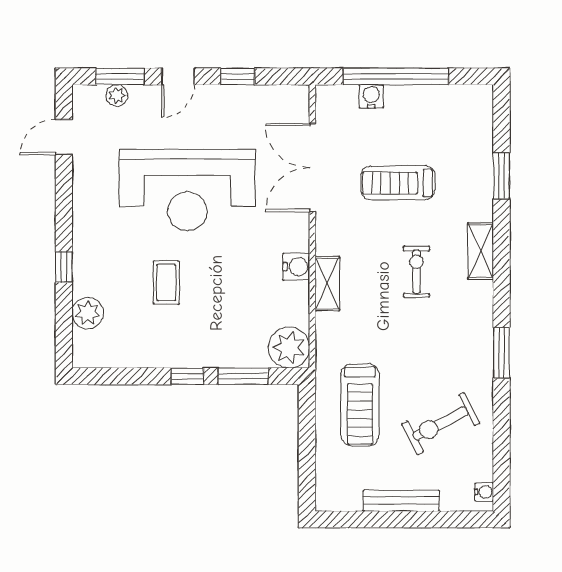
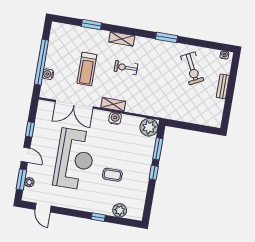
shelving: (327, 284) -> (113, 104), moved
treadmill: (360, 405) -> (178, 101), removed
bench: (401, 501) -> (223, 86), width x0.73

